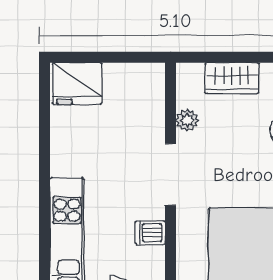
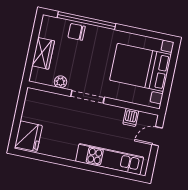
dishwasher: (150, 233) -> (131, 117), moved

